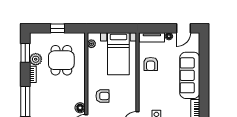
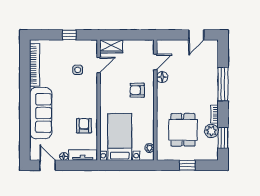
door: (184, 28) -> (48, 165), hinge flipped

